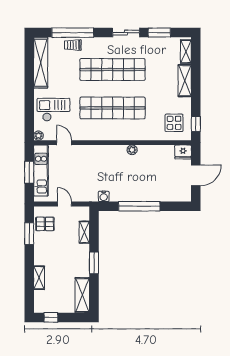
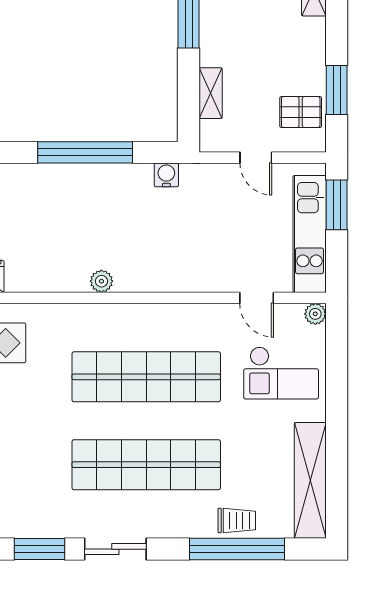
window: (29, 172) -> (337, 205), moved

